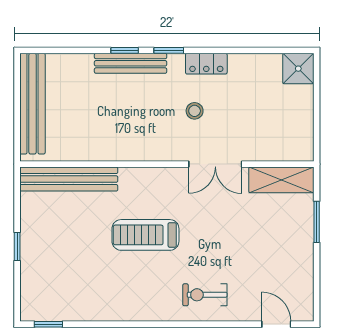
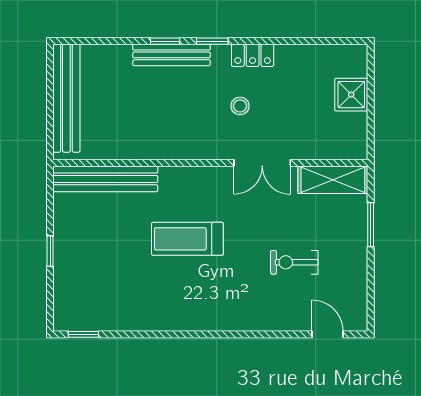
shower: (298, 69) -> (351, 95), moved
exercise bike: (205, 295) -> (294, 262), moved

